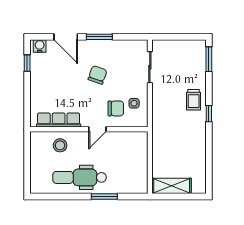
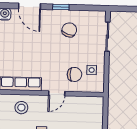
window: (99, 37) -> (61, 7), width x0.67
chair: (98, 75) -> (69, 30), moved

